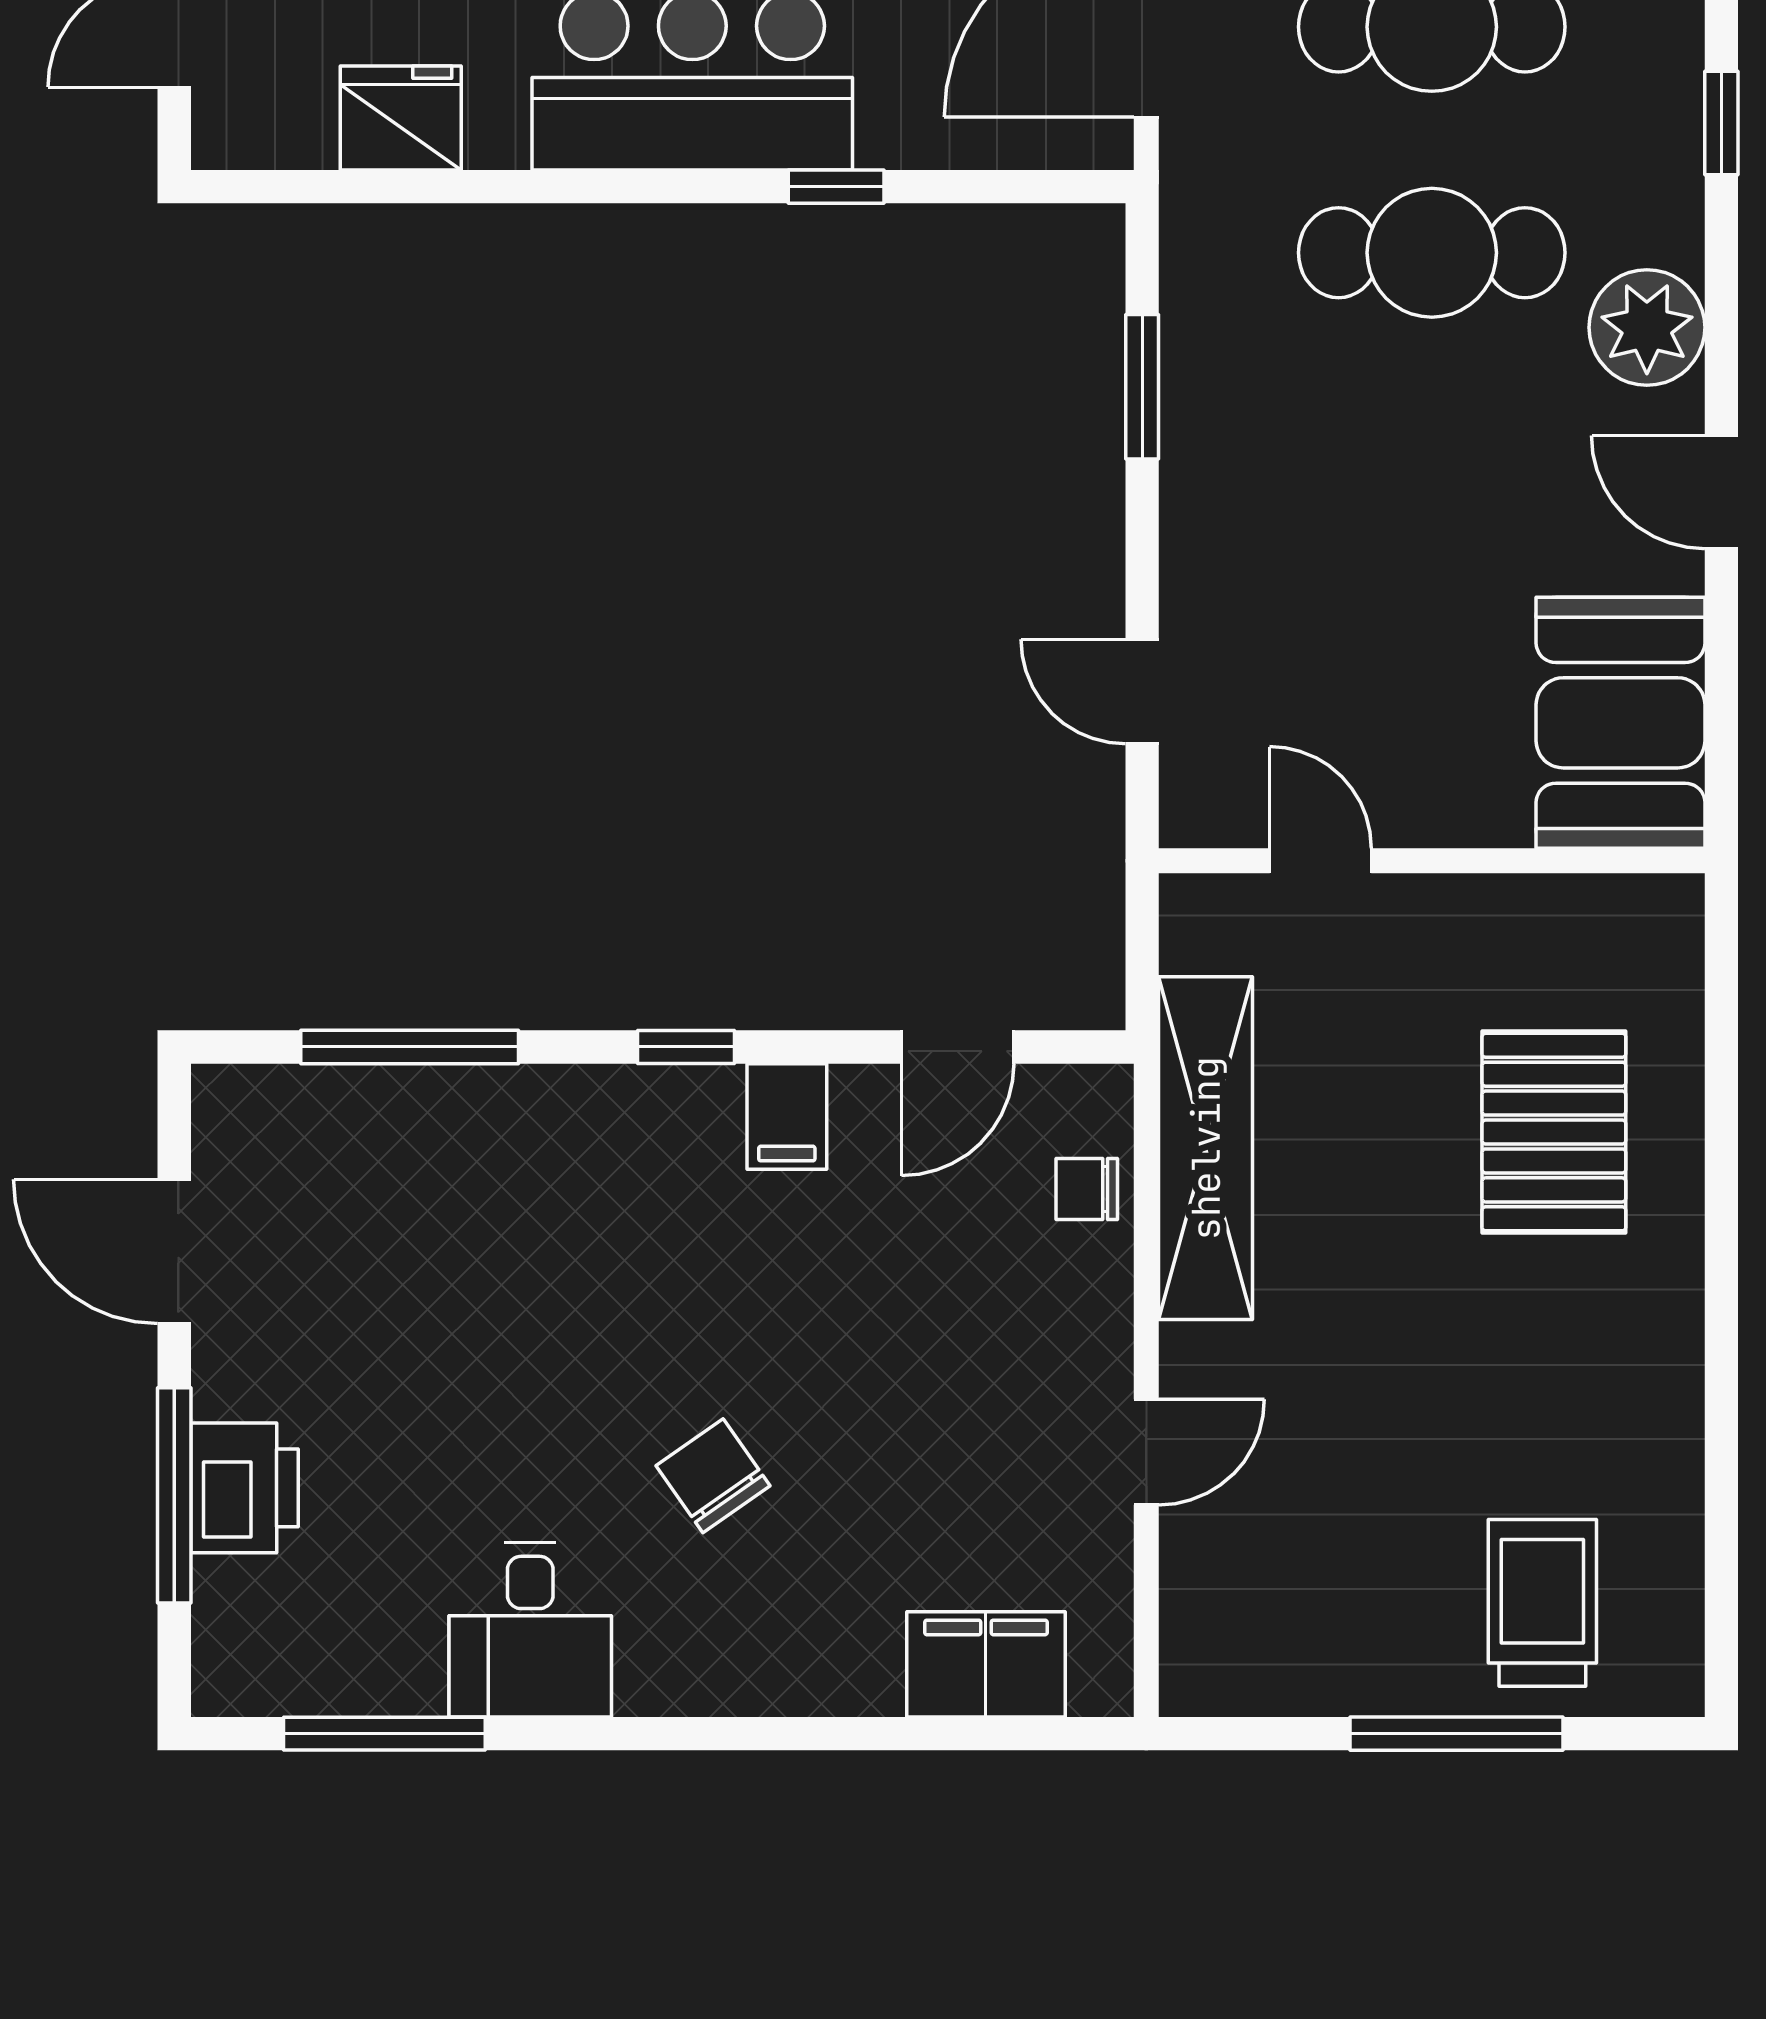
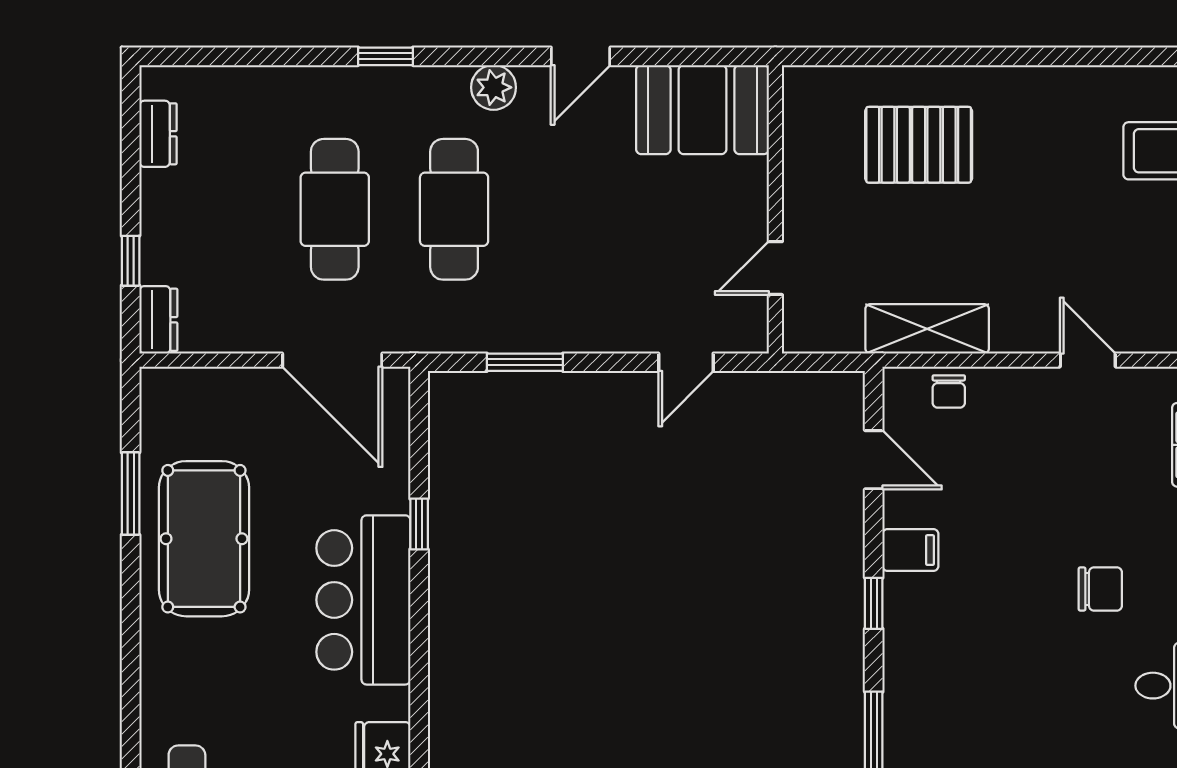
plant: (1647, 327) -> (494, 87), width x0.73, depth x0.73
shelving: (1206, 1148) -> (927, 329), width x0.68
chair: (713, 1476) -> (1100, 589), turned -145

